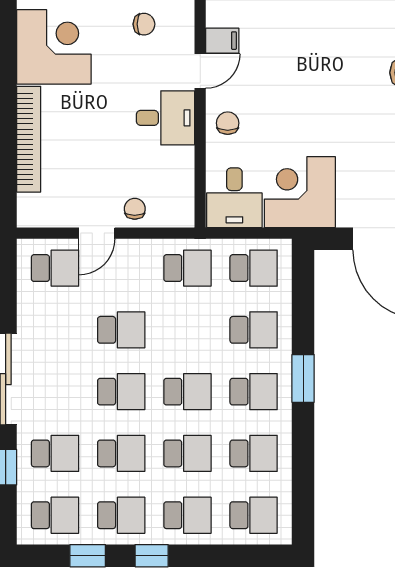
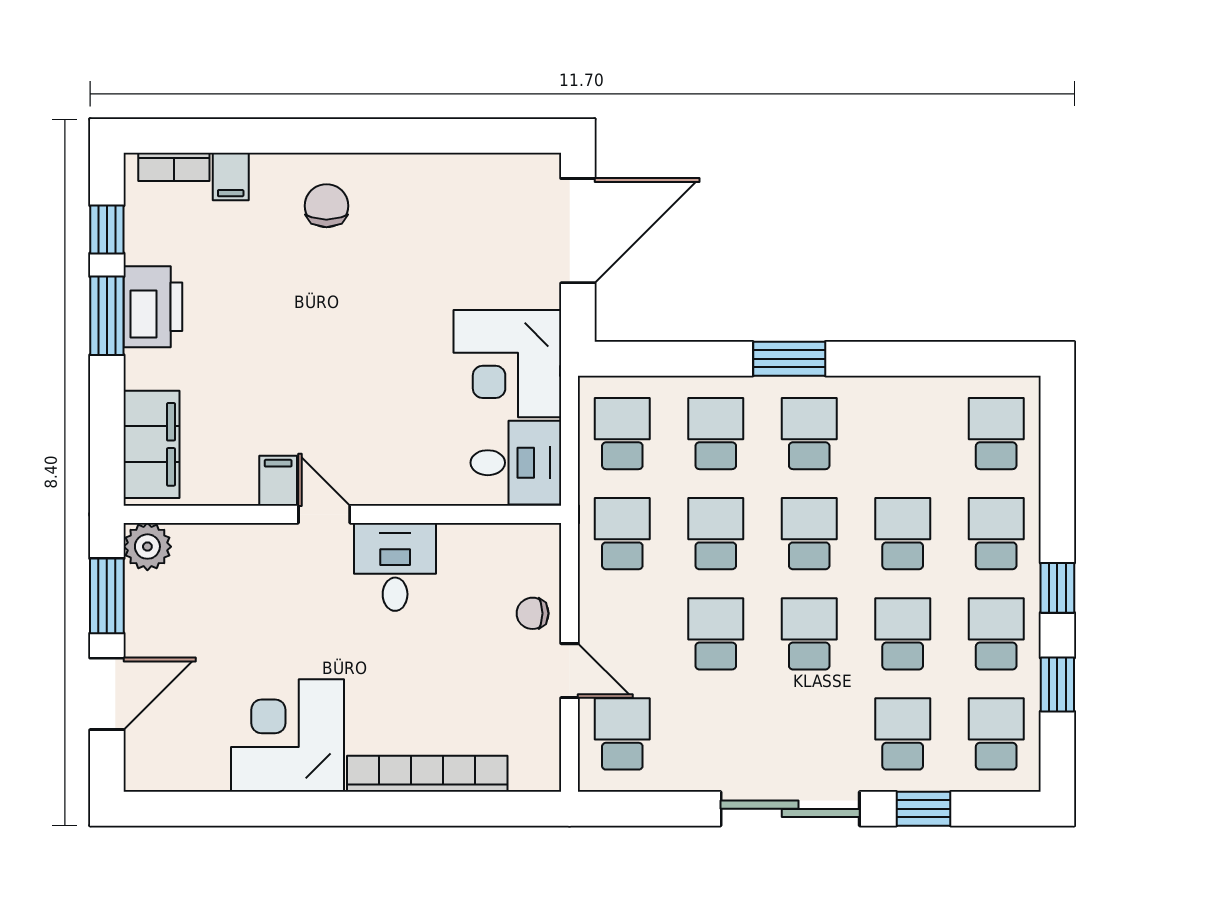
chair: (144, 24) -> (253, 599), removed
chair: (228, 123) -> (403, 473), removed
school desk: (254, 453) -> (716, 534), moved

